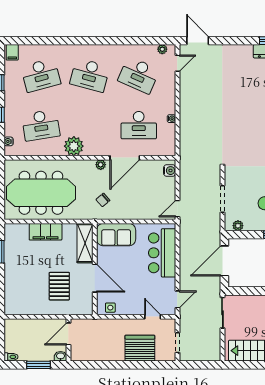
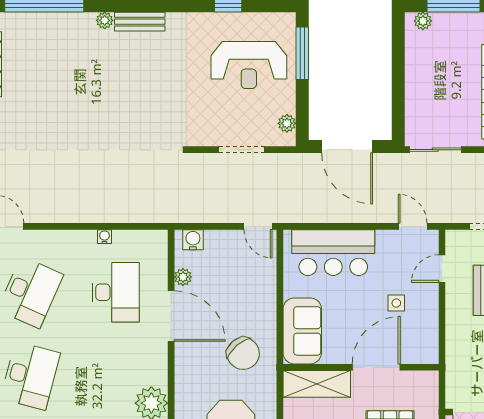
plant: (101, 165) -> (183, 277), moved
chair: (103, 200) -> (243, 353), width x1.87, depth x1.87
side table: (110, 308) -> (396, 303), moved

